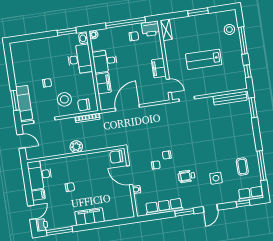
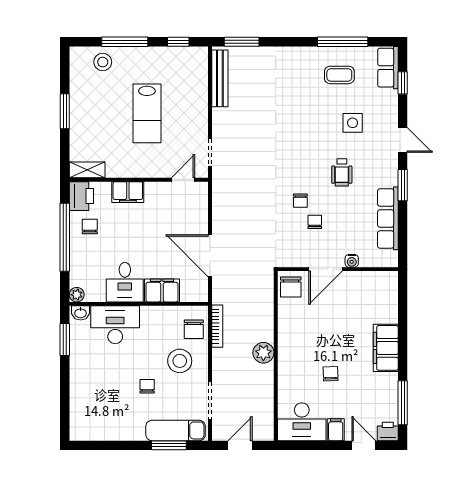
filing cabinet: (159, 68) -> (128, 192), moved

